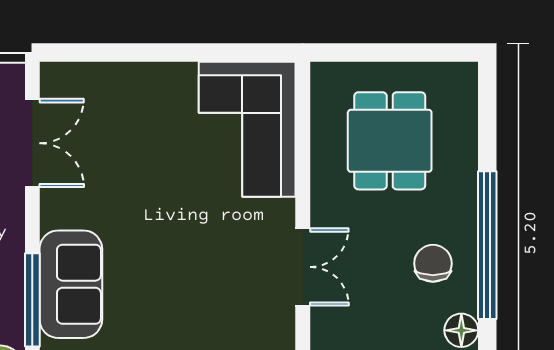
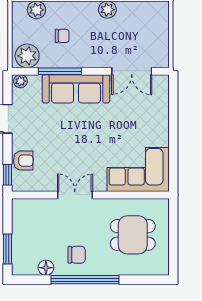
double door: (303, 267) -> (75, 195), swing flipped
sofa: (71, 284) -> (76, 89), width x1.36

